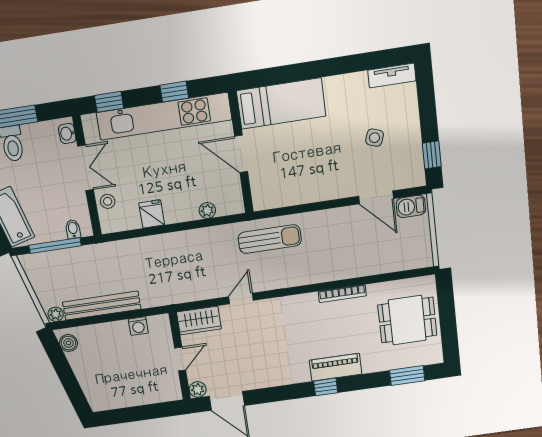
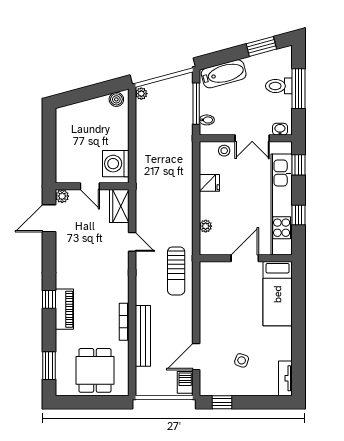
bench: (102, 306) -> (143, 336), moved
washing machine: (138, 326) -> (116, 164), width x1.89, depth x1.89

